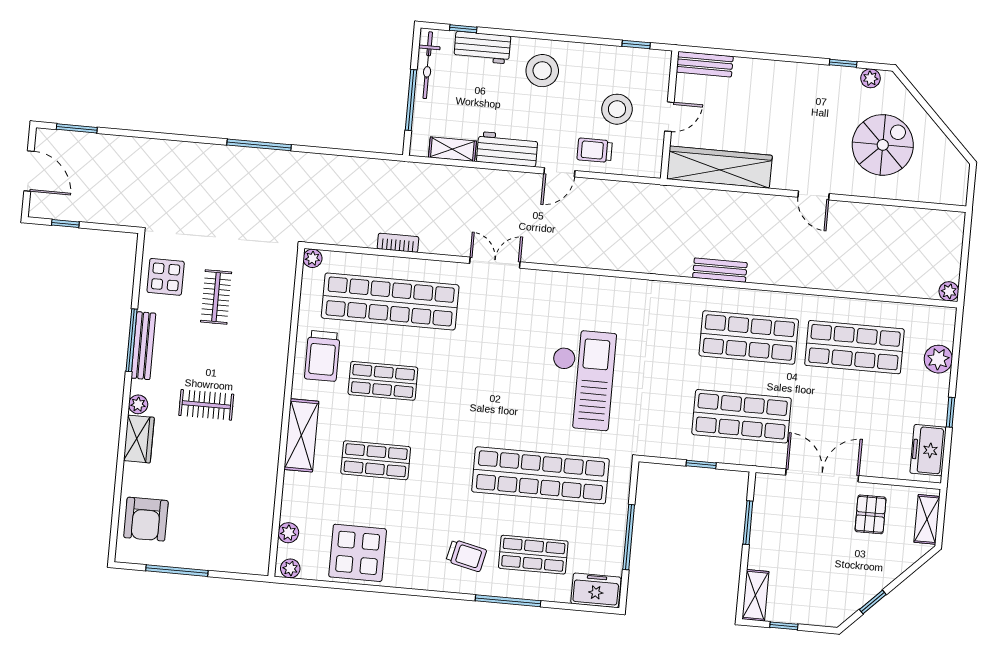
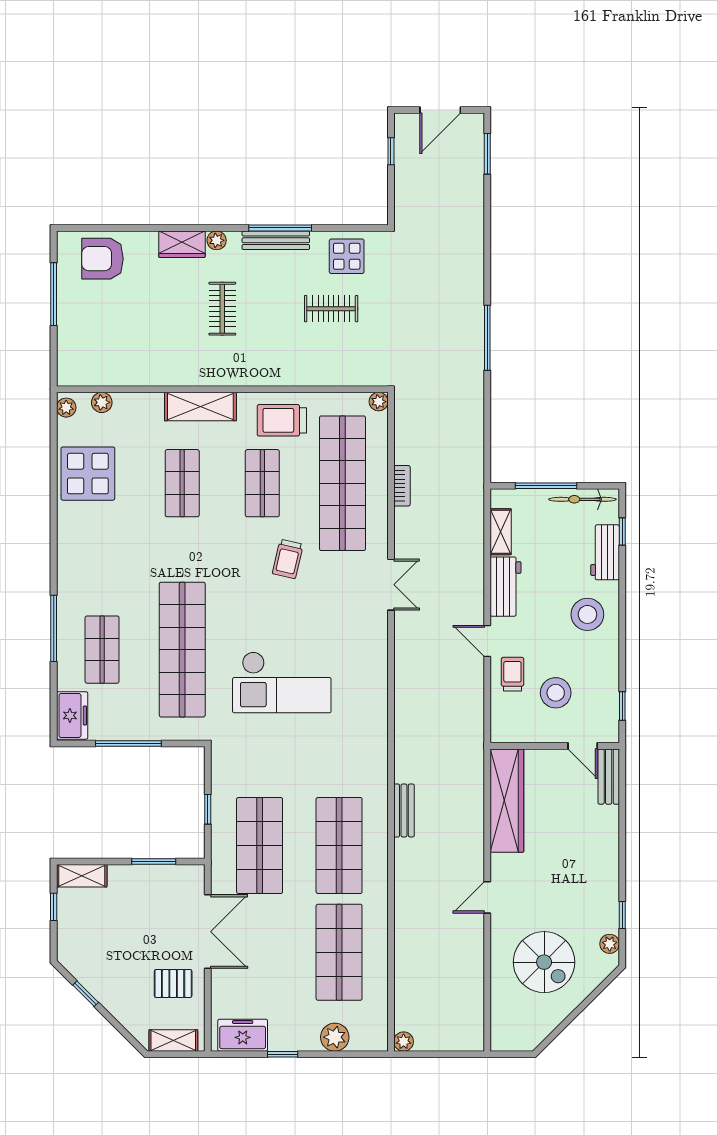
door: (669, 117) -> (583, 746), moved
trolley: (466, 556) -> (288, 559), moved

